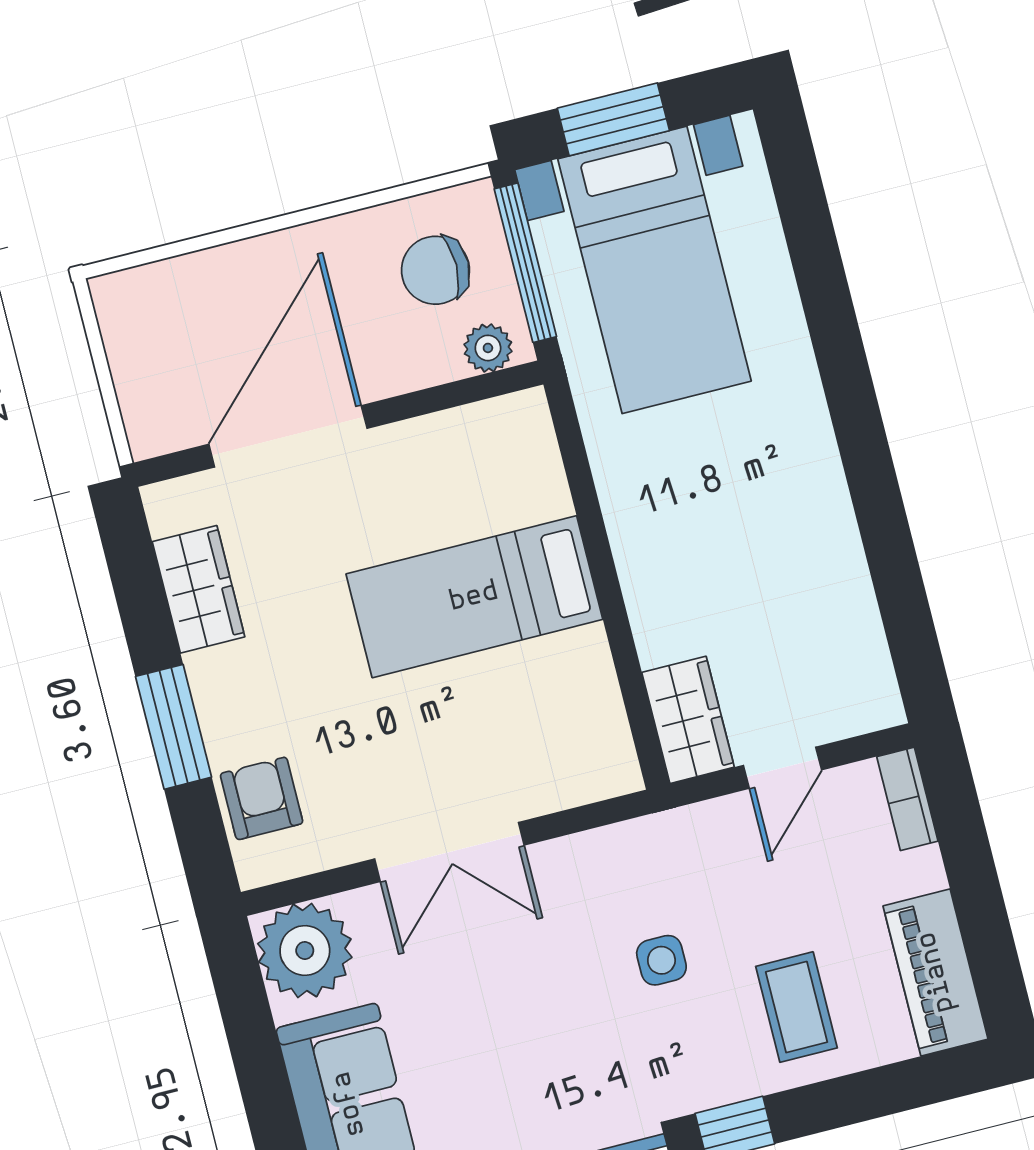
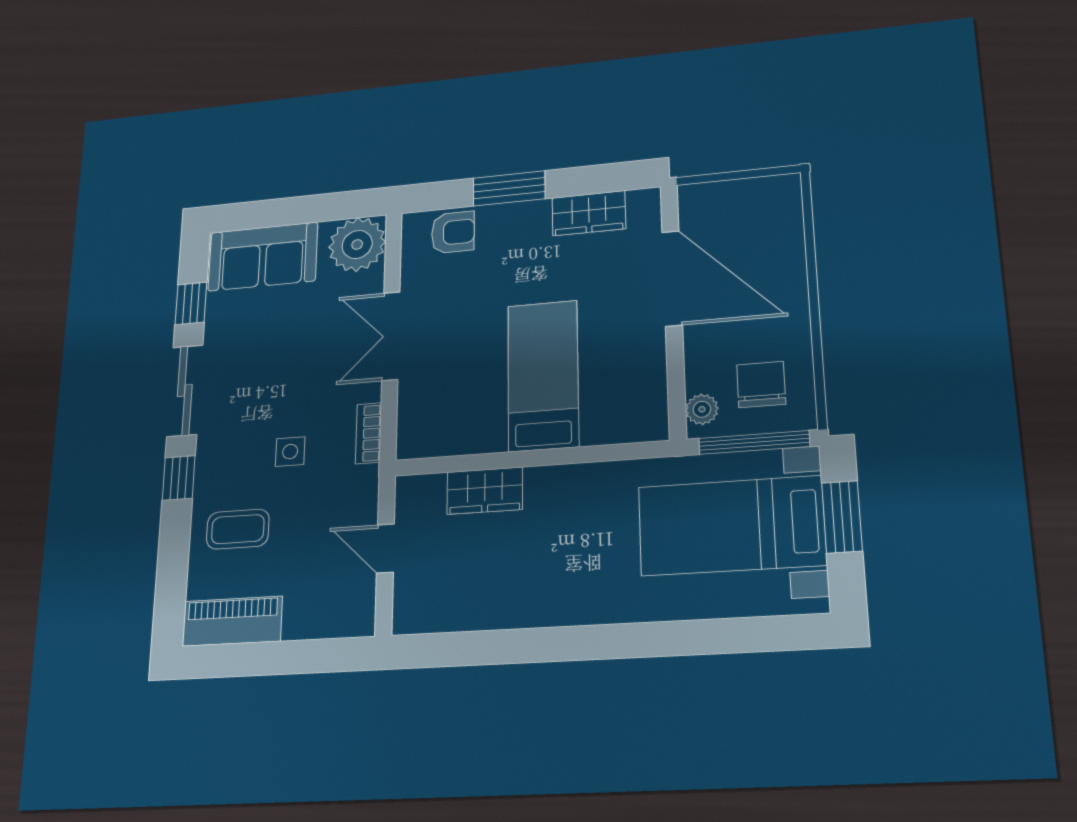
wardrobe: (688, 720) -> (485, 491), moved
bookcase: (907, 799) -> (368, 433), moved, turned -90

